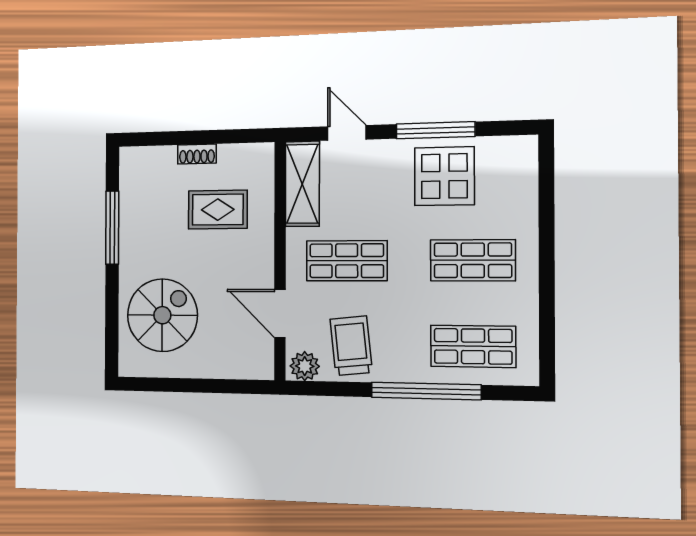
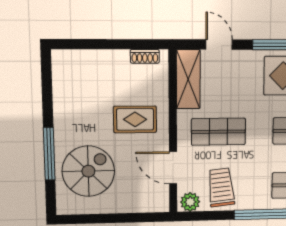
shoe rack: (197, 154) -> (145, 56), moved
rug: (218, 210) -> (135, 119), moved
window: (112, 228) -> (49, 154), moved

